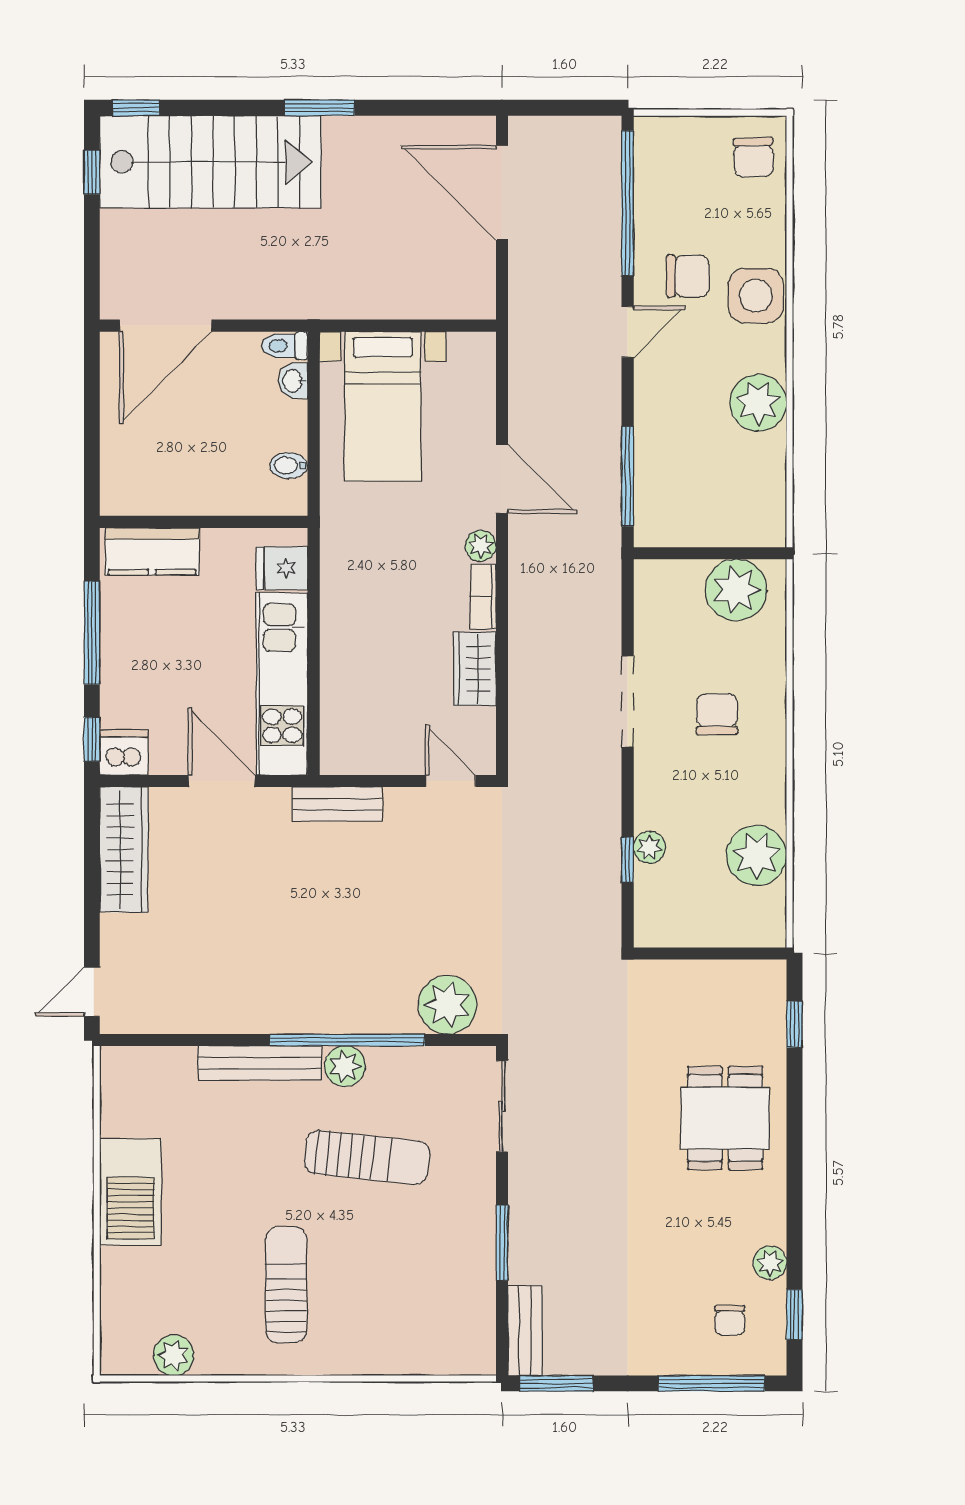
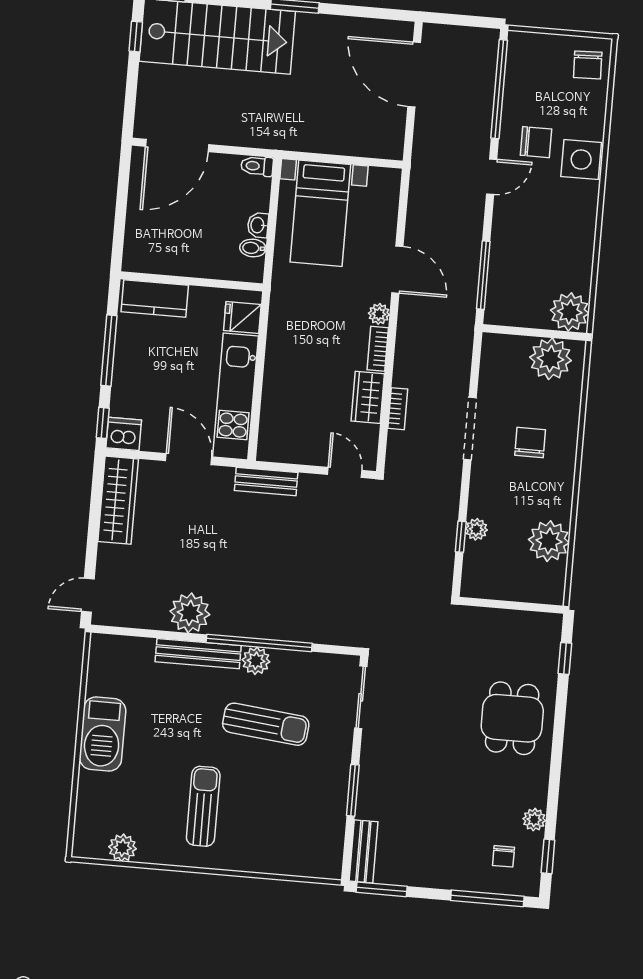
washbasin: (293, 381) -> (258, 225), moved
plant: (758, 403) -> (570, 312), moved
bookcase: (520, 681) -> (398, 409), added
plant: (448, 1005) -> (190, 613), moved

